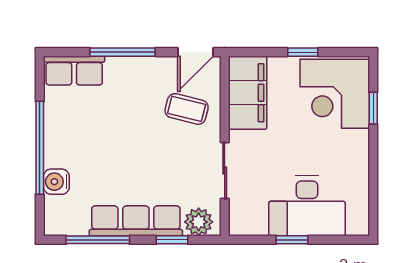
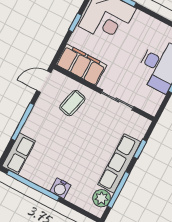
door: (195, 52) -> (44, 82), swing flipped
window: (40, 148) -> (33, 186), moved
water cooler: (56, 182) -> (60, 188), moved
plant: (199, 222) -> (102, 198), moved

